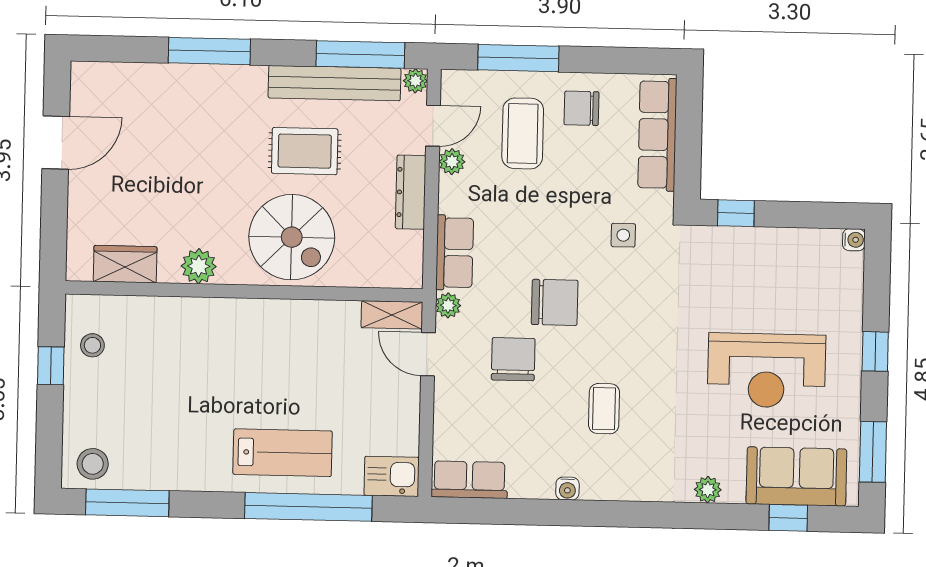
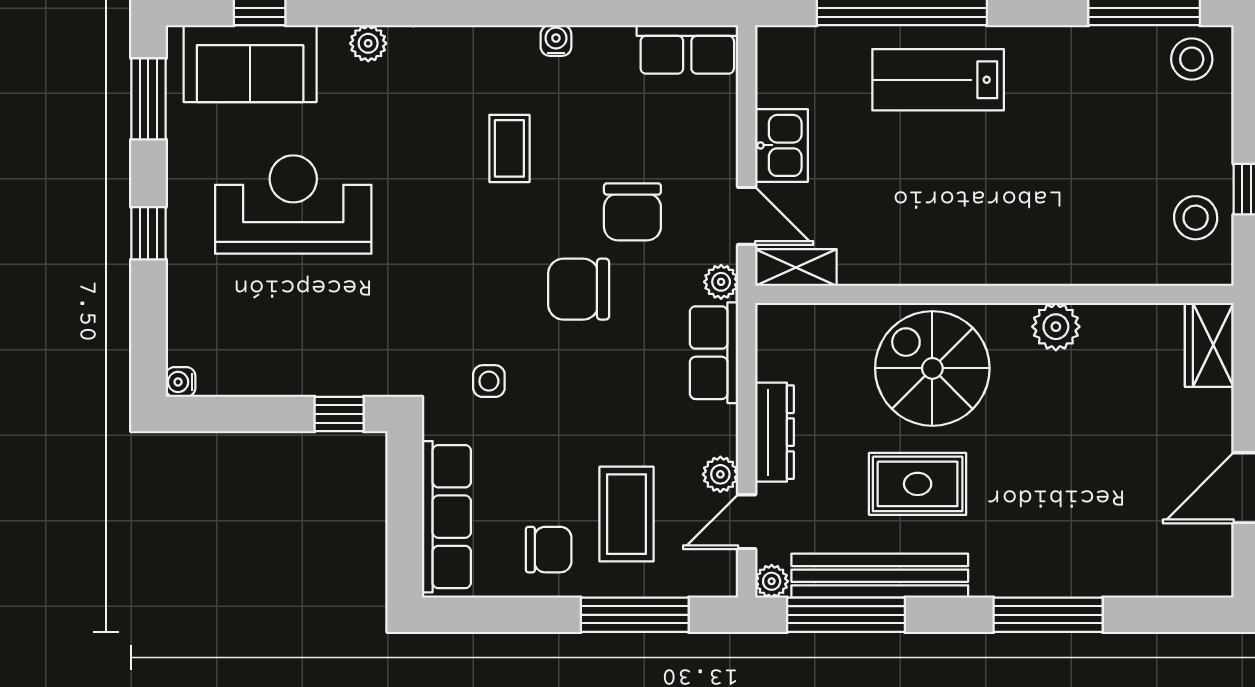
wardrobe: (125, 264) -> (1209, 345), moved, turned 90
stool: (92, 345) -> (1196, 218), width x1.37, depth x1.37
kitchen sink: (392, 476) -> (782, 145), moved, turned -90

